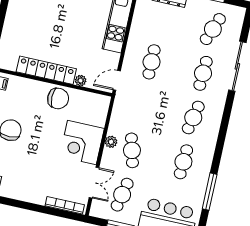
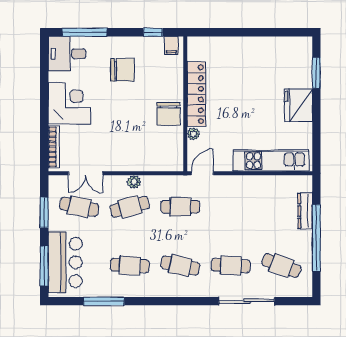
cafe table: (152, 62) -> (180, 207), moved
door: (117, 80) -> (202, 173), hinge flipped
corner desk: (82, 143) -> (69, 103), moved, turned 90

